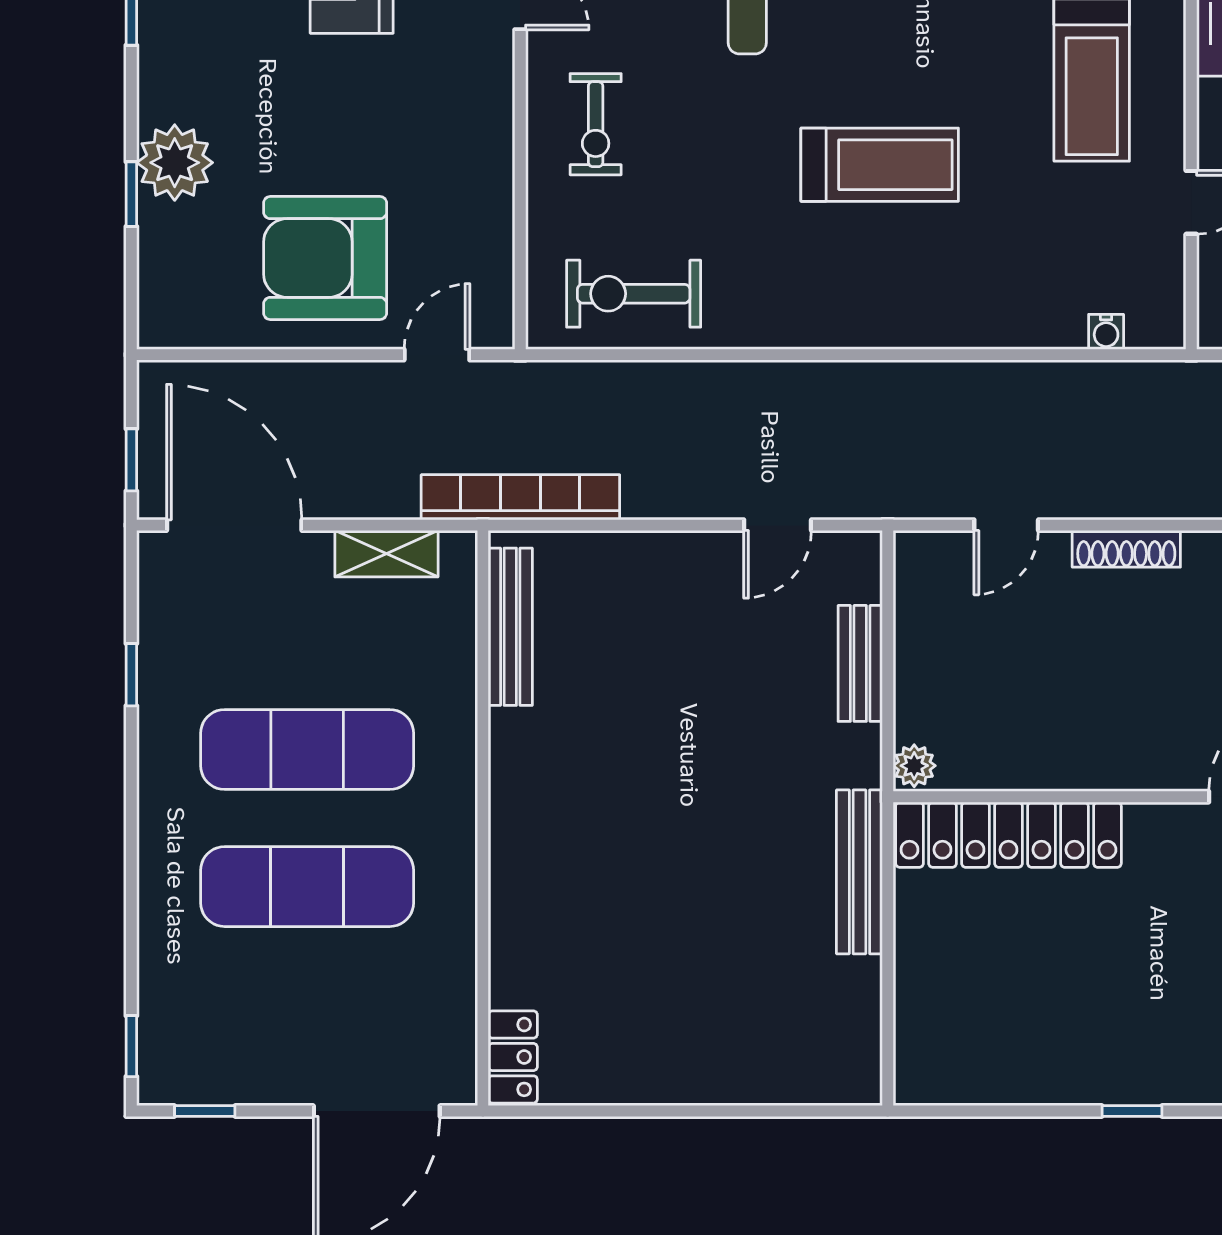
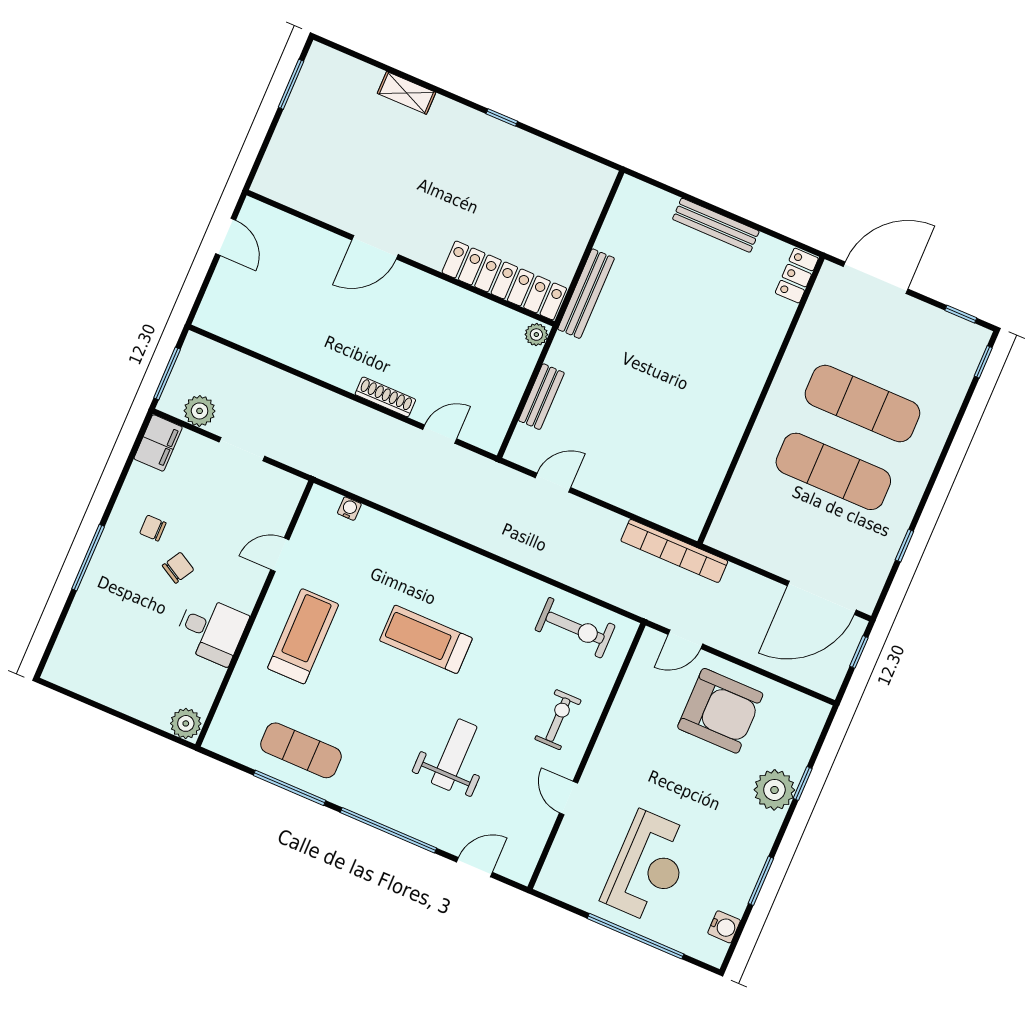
door: (234, 525) -> (822, 598), hinge flipped
shelving: (386, 554) -> (753, 551), removed
bench: (510, 627) -> (716, 225), moved, turned 90

